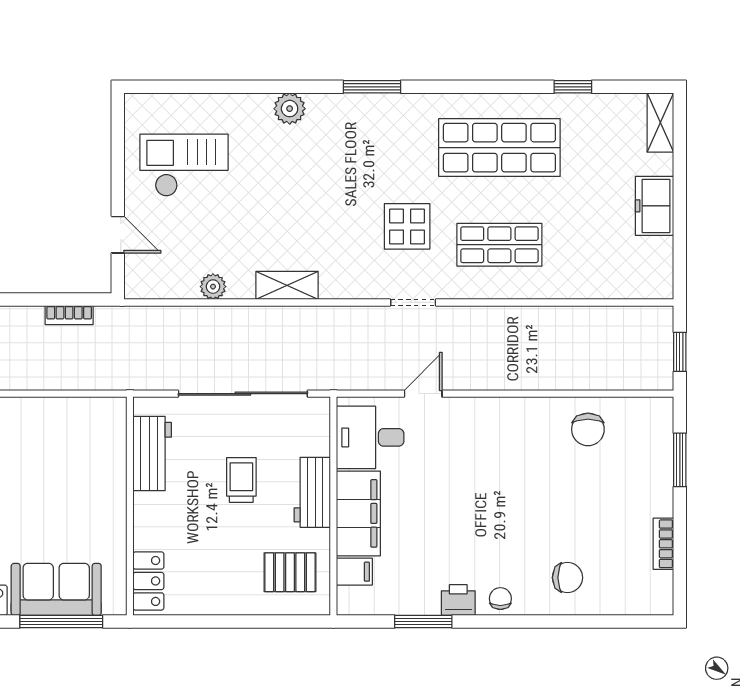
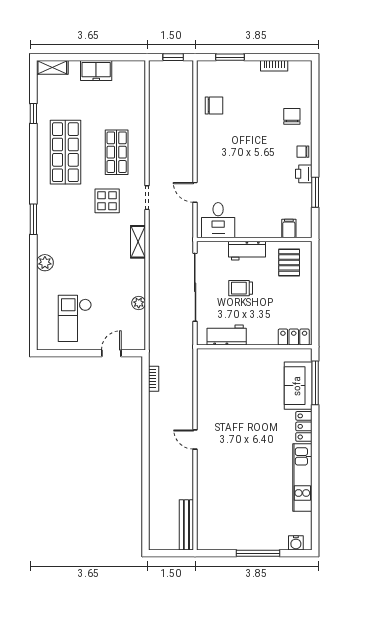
shelving: (287, 285) -> (138, 242), moved
filing cabinet: (358, 513) -> (258, 226), removed

